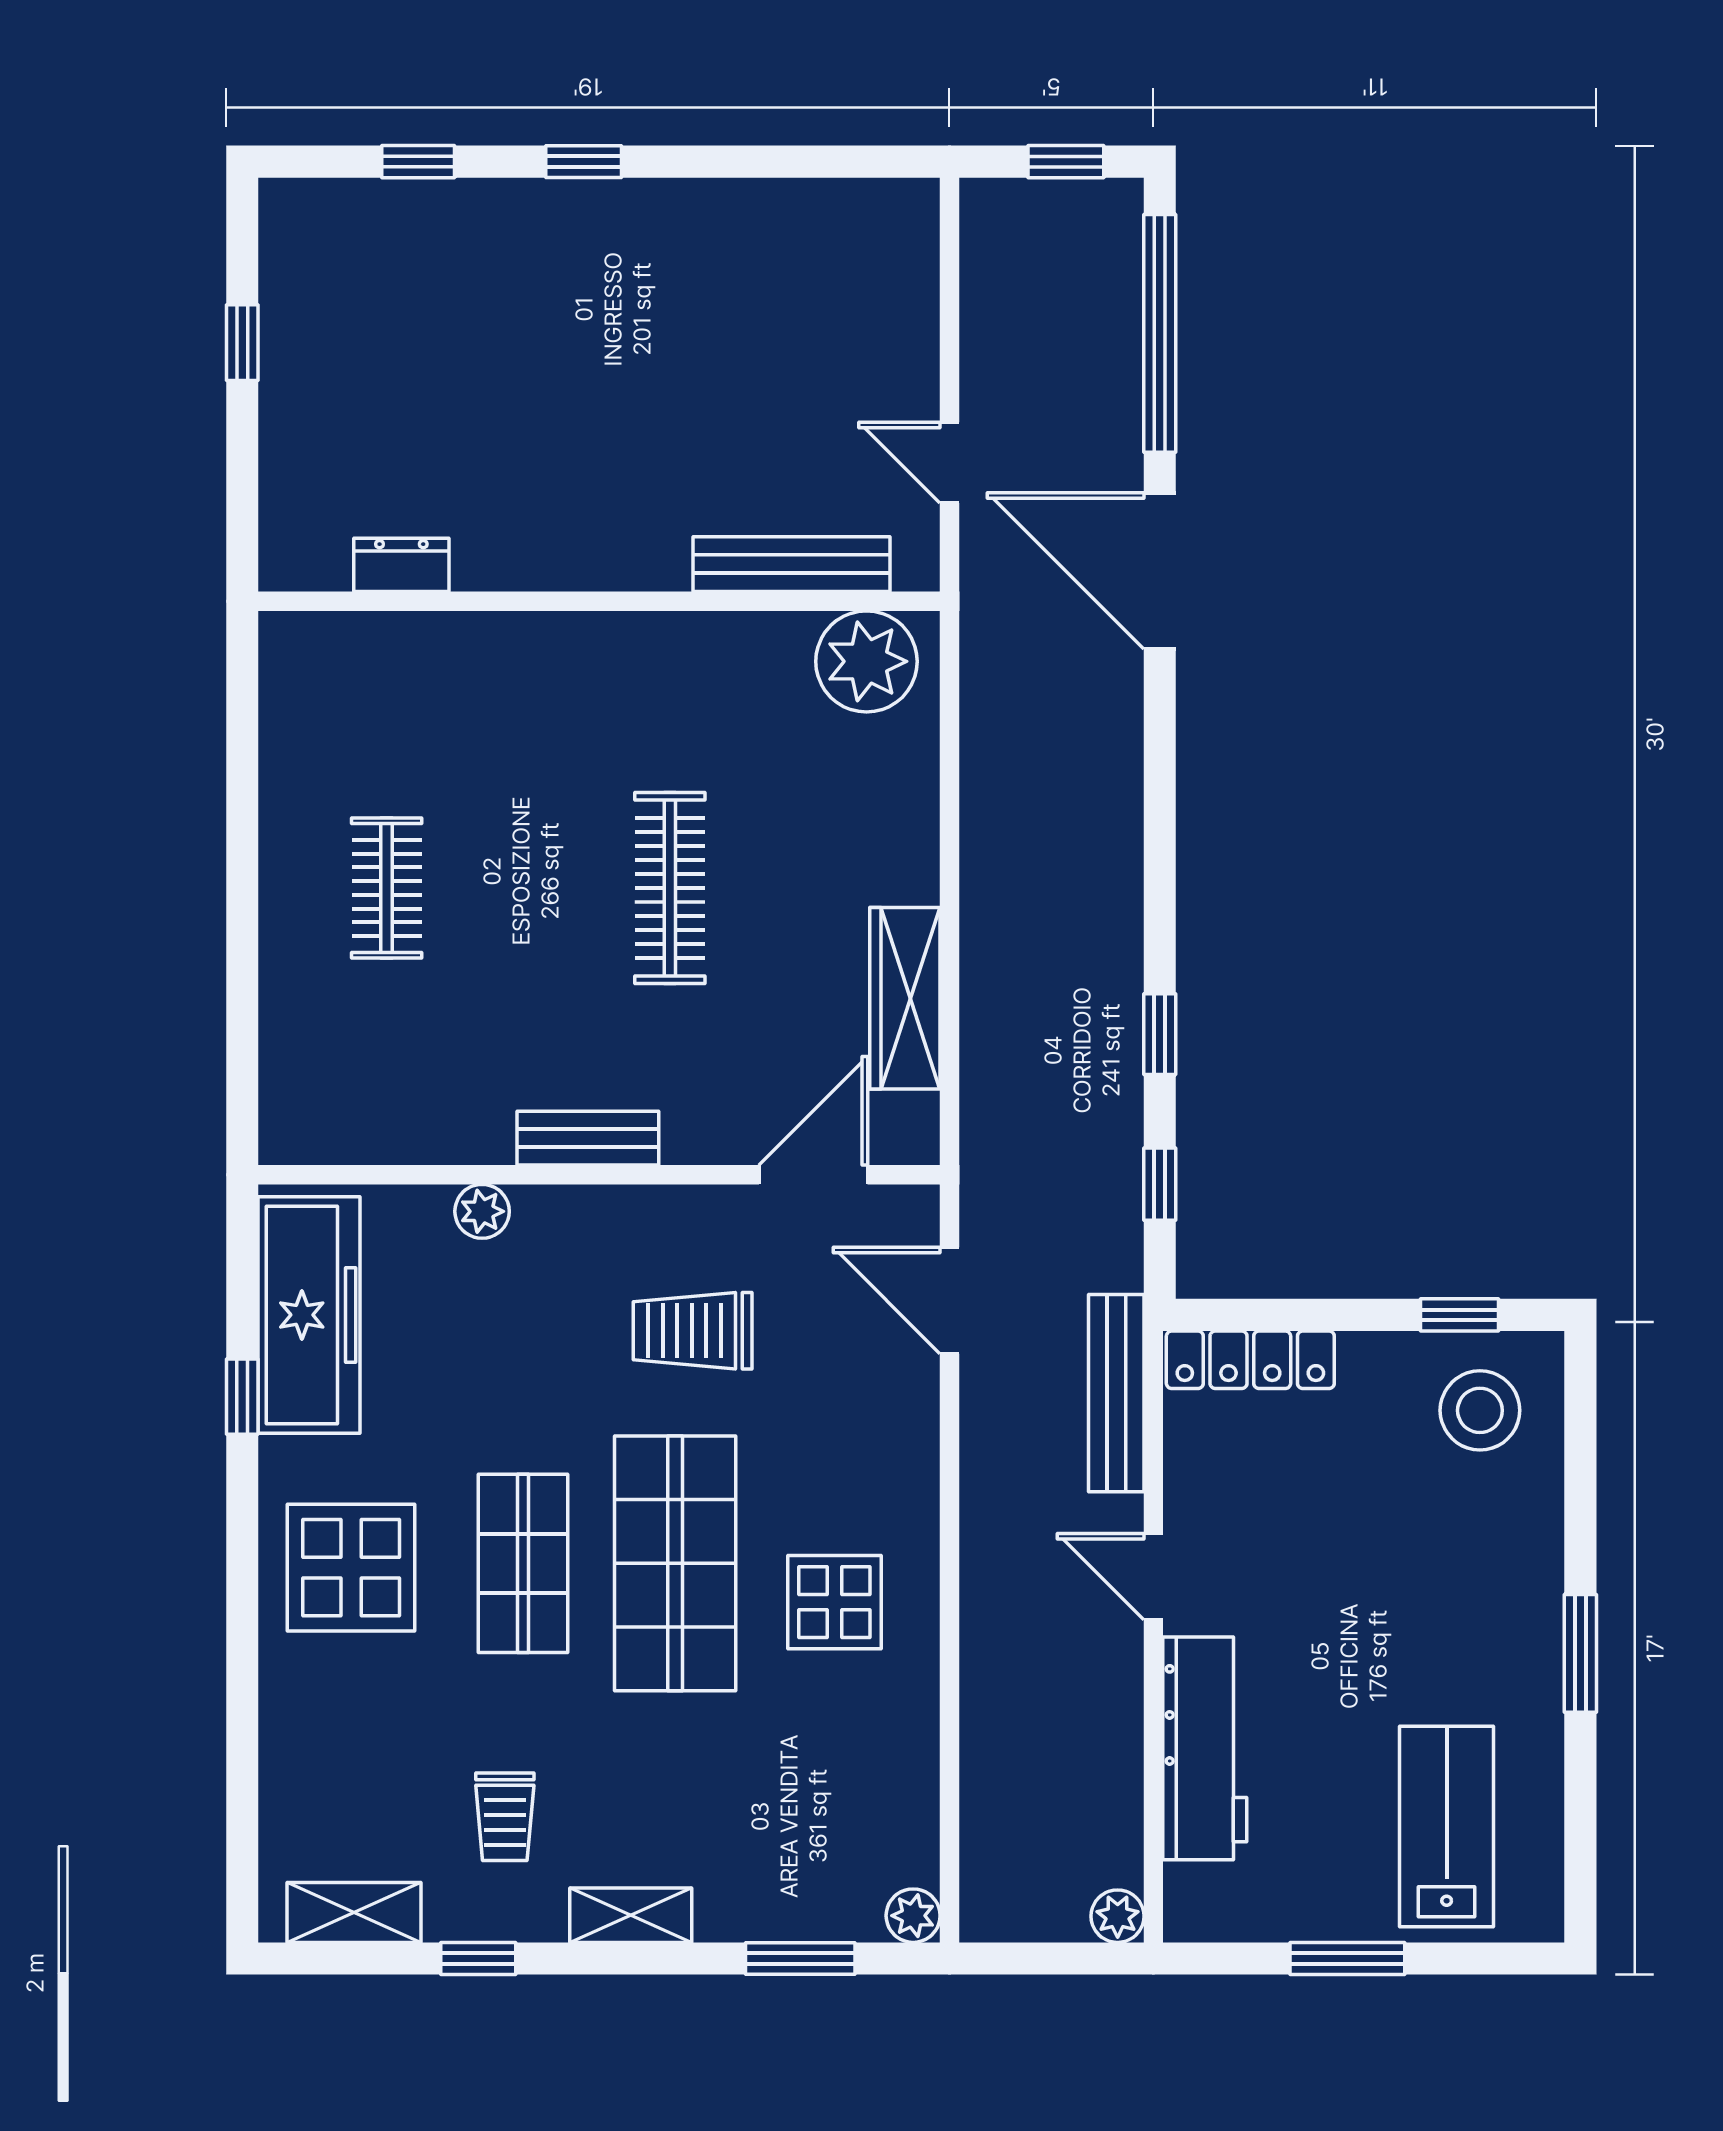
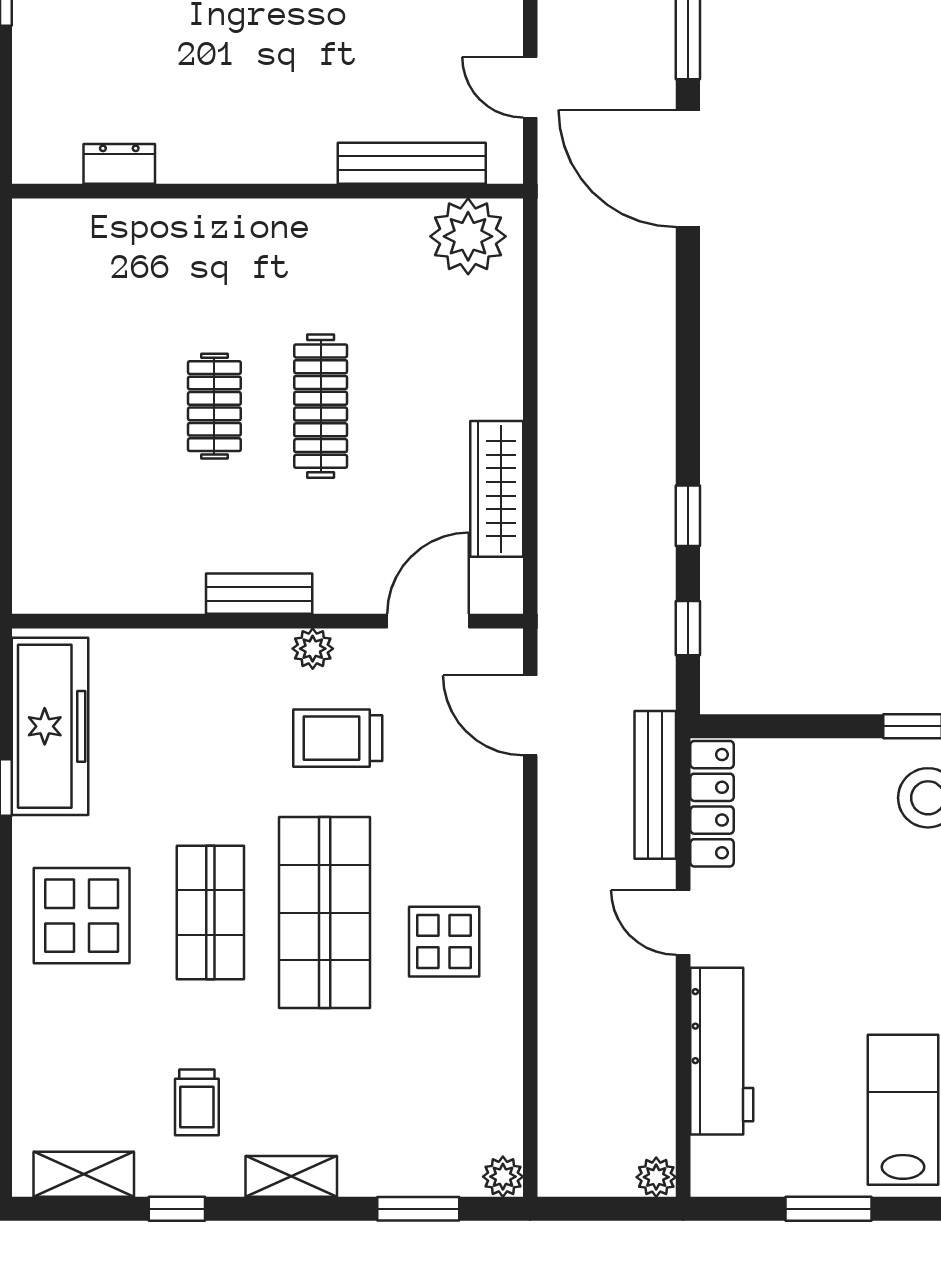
clothes rail: (387, 888) -> (214, 406), moved
plant: (482, 1211) -> (313, 649), moved
locker: (1250, 1360) -> (712, 804), moved, turned -90

